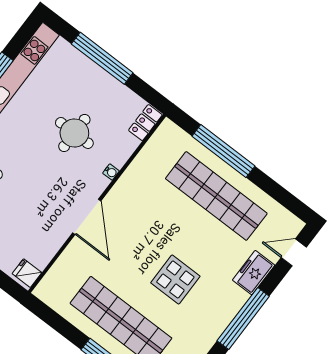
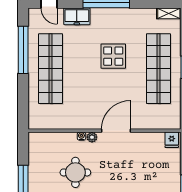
locker: (145, 123) -> (40, 138), removed
window: (223, 151) -> (23, 50), moved
plant: (101, 183) -> (92, 137), added

